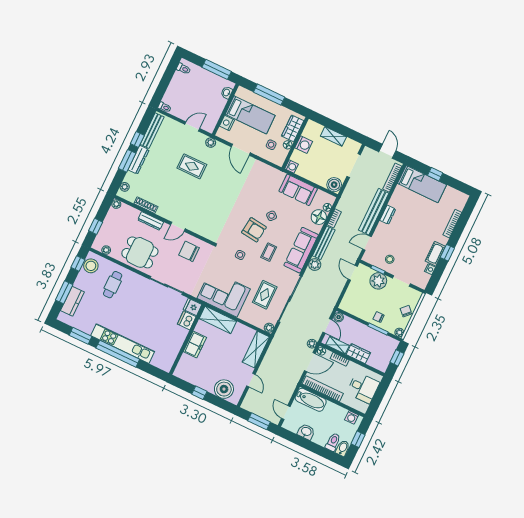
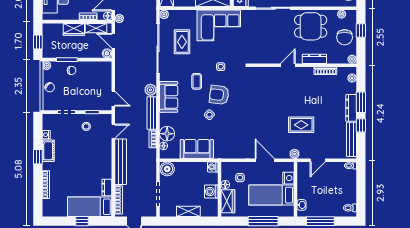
dresser: (388, 215) -> (107, 188), moved
sofa: (301, 250) -> (169, 97), width x0.73
chair: (189, 251) -> (345, 37), moved, turned 90
plant: (378, 281) -> (87, 102), removed

